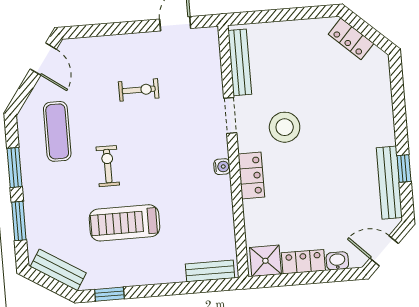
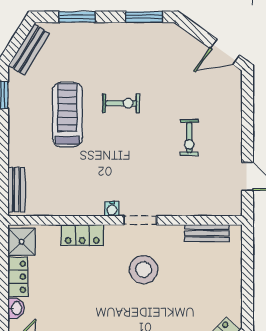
bench: (240, 62) -> (207, 233), width x0.73
doorway: (230, 116) -> (140, 220), moved
exercise mat: (57, 131) -> (157, 59), removed
window: (14, 167) -> (144, 17), moved
locker: (251, 176) -> (82, 235), moved

